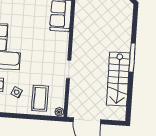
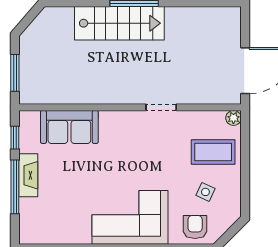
stairs: (118, 79) -> (119, 23), moved

